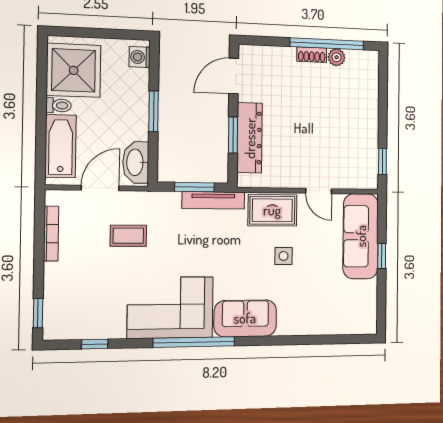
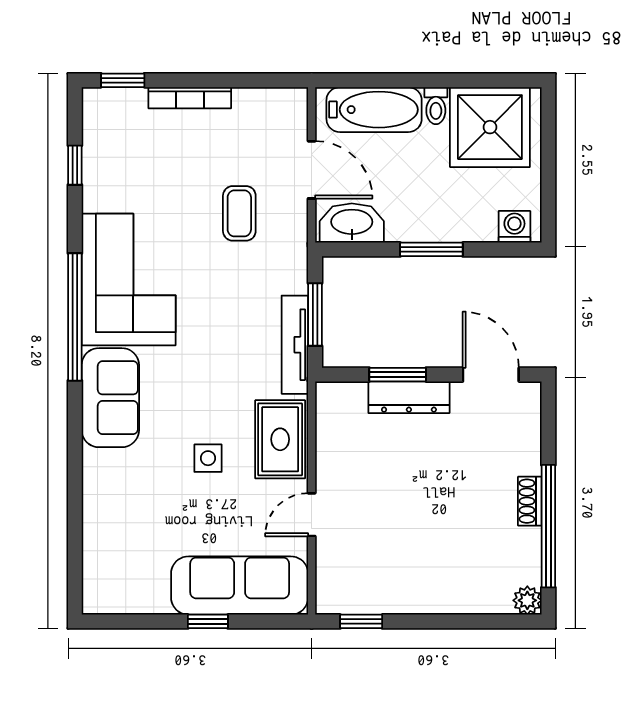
plant: (337, 57) -> (527, 600), moved
dresser: (250, 138) -> (409, 397), width x0.73, depth x0.80
bookcase: (51, 234) -> (190, 98), moved

